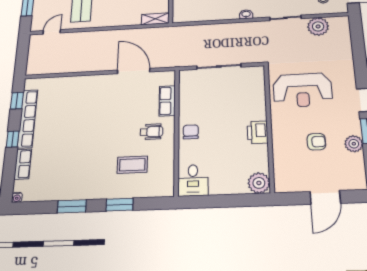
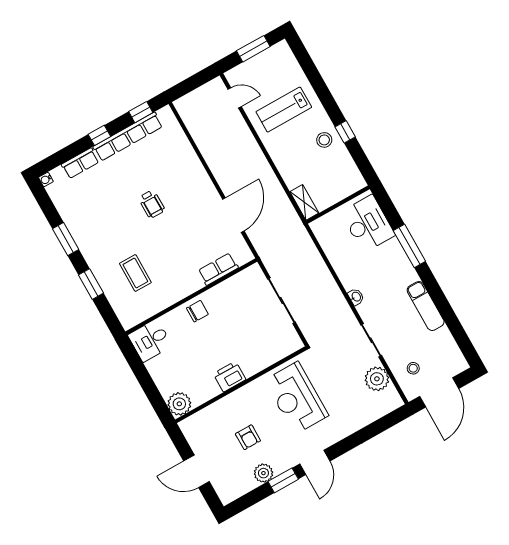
wheelchair: (151, 132) -> (152, 204), moved

